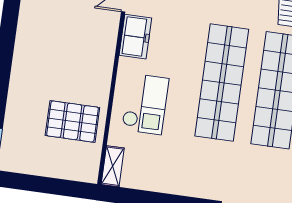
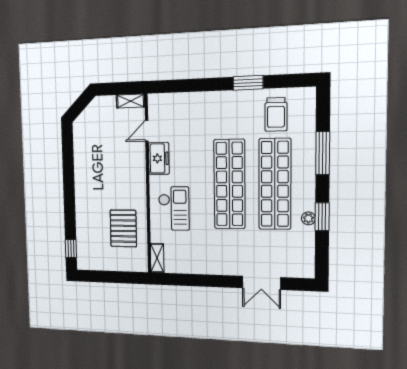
pallet: (72, 121) -> (123, 228), turned 90

